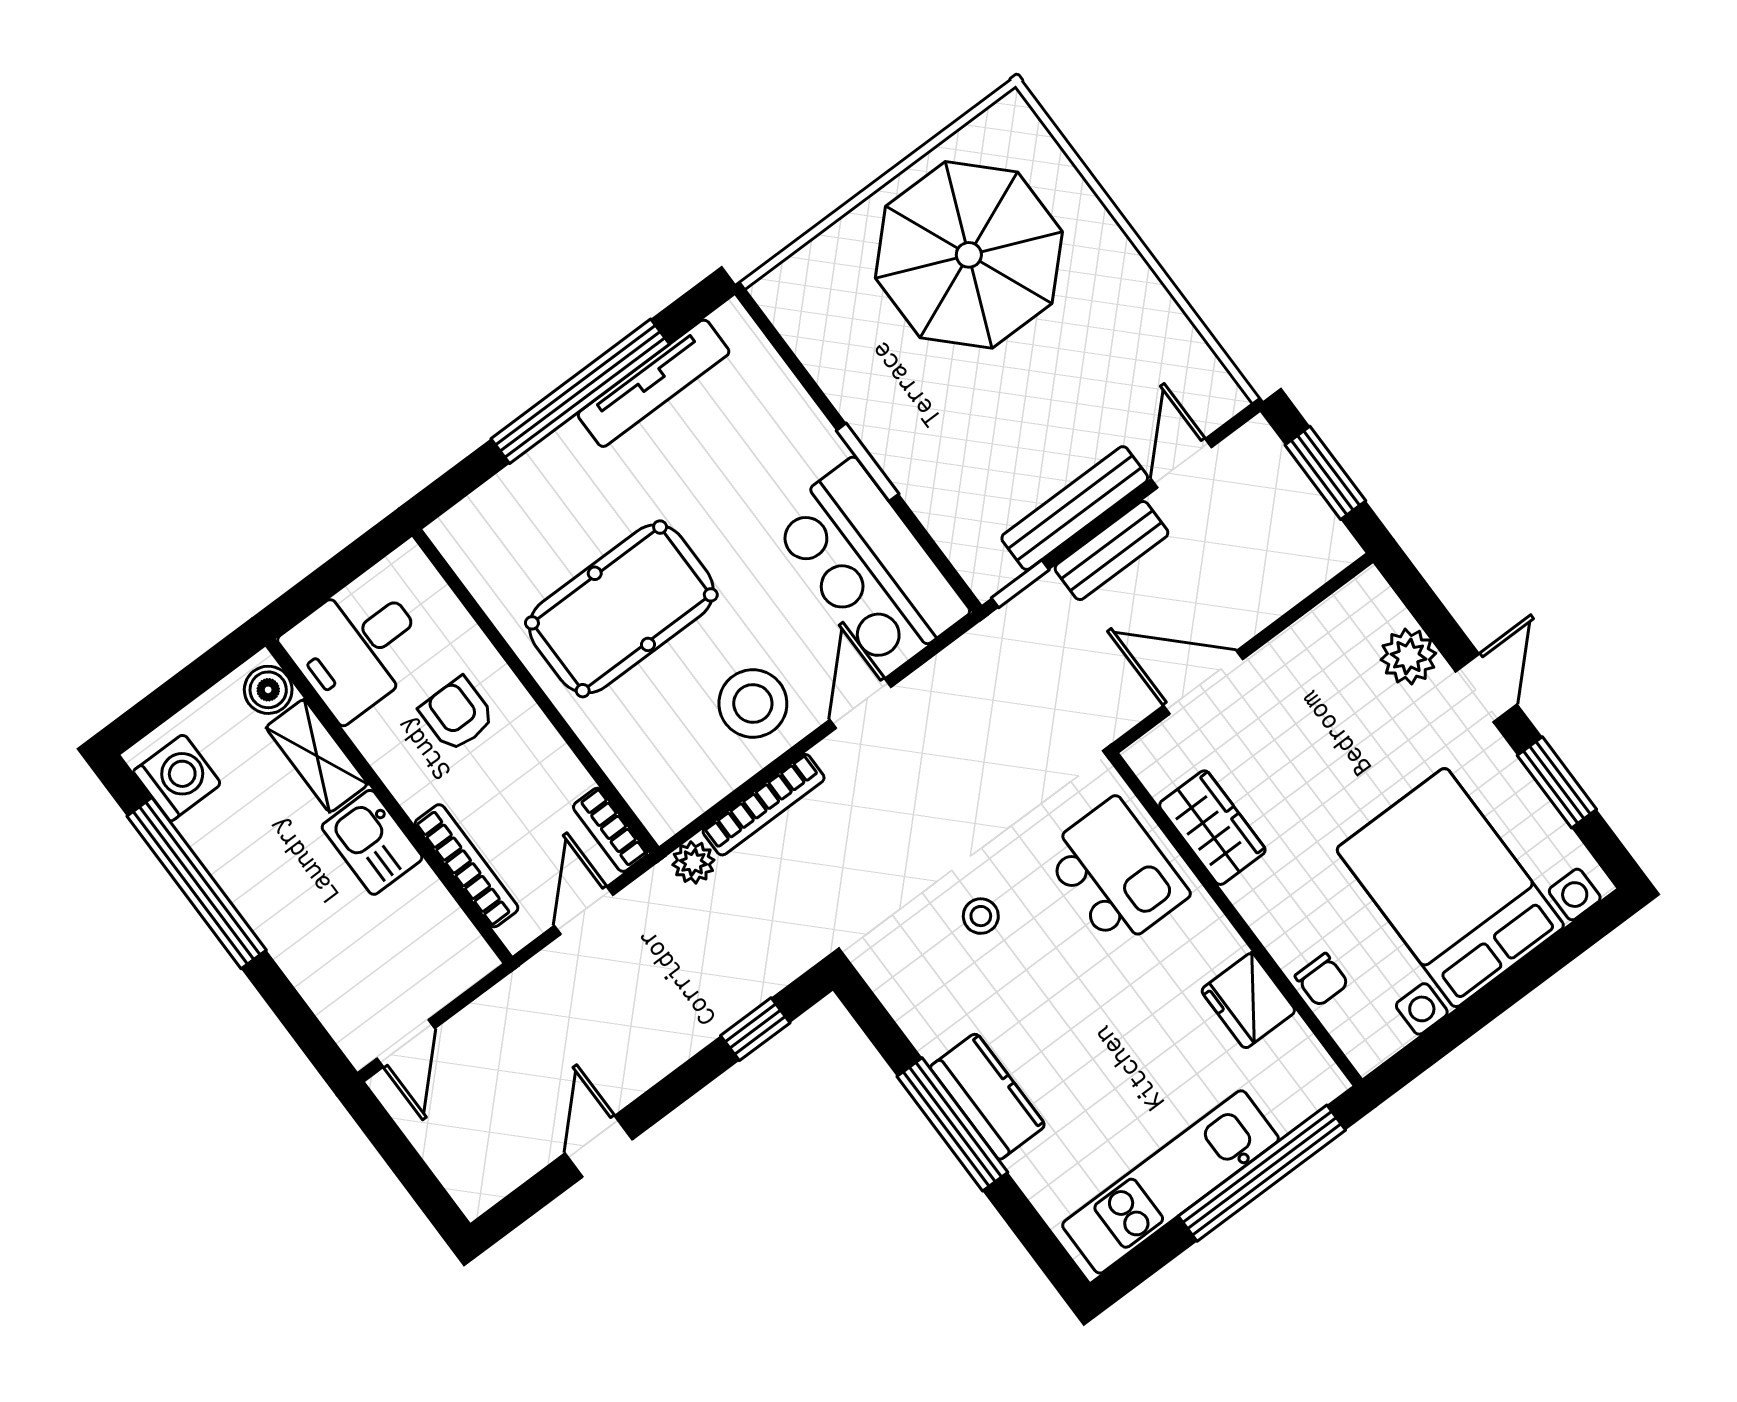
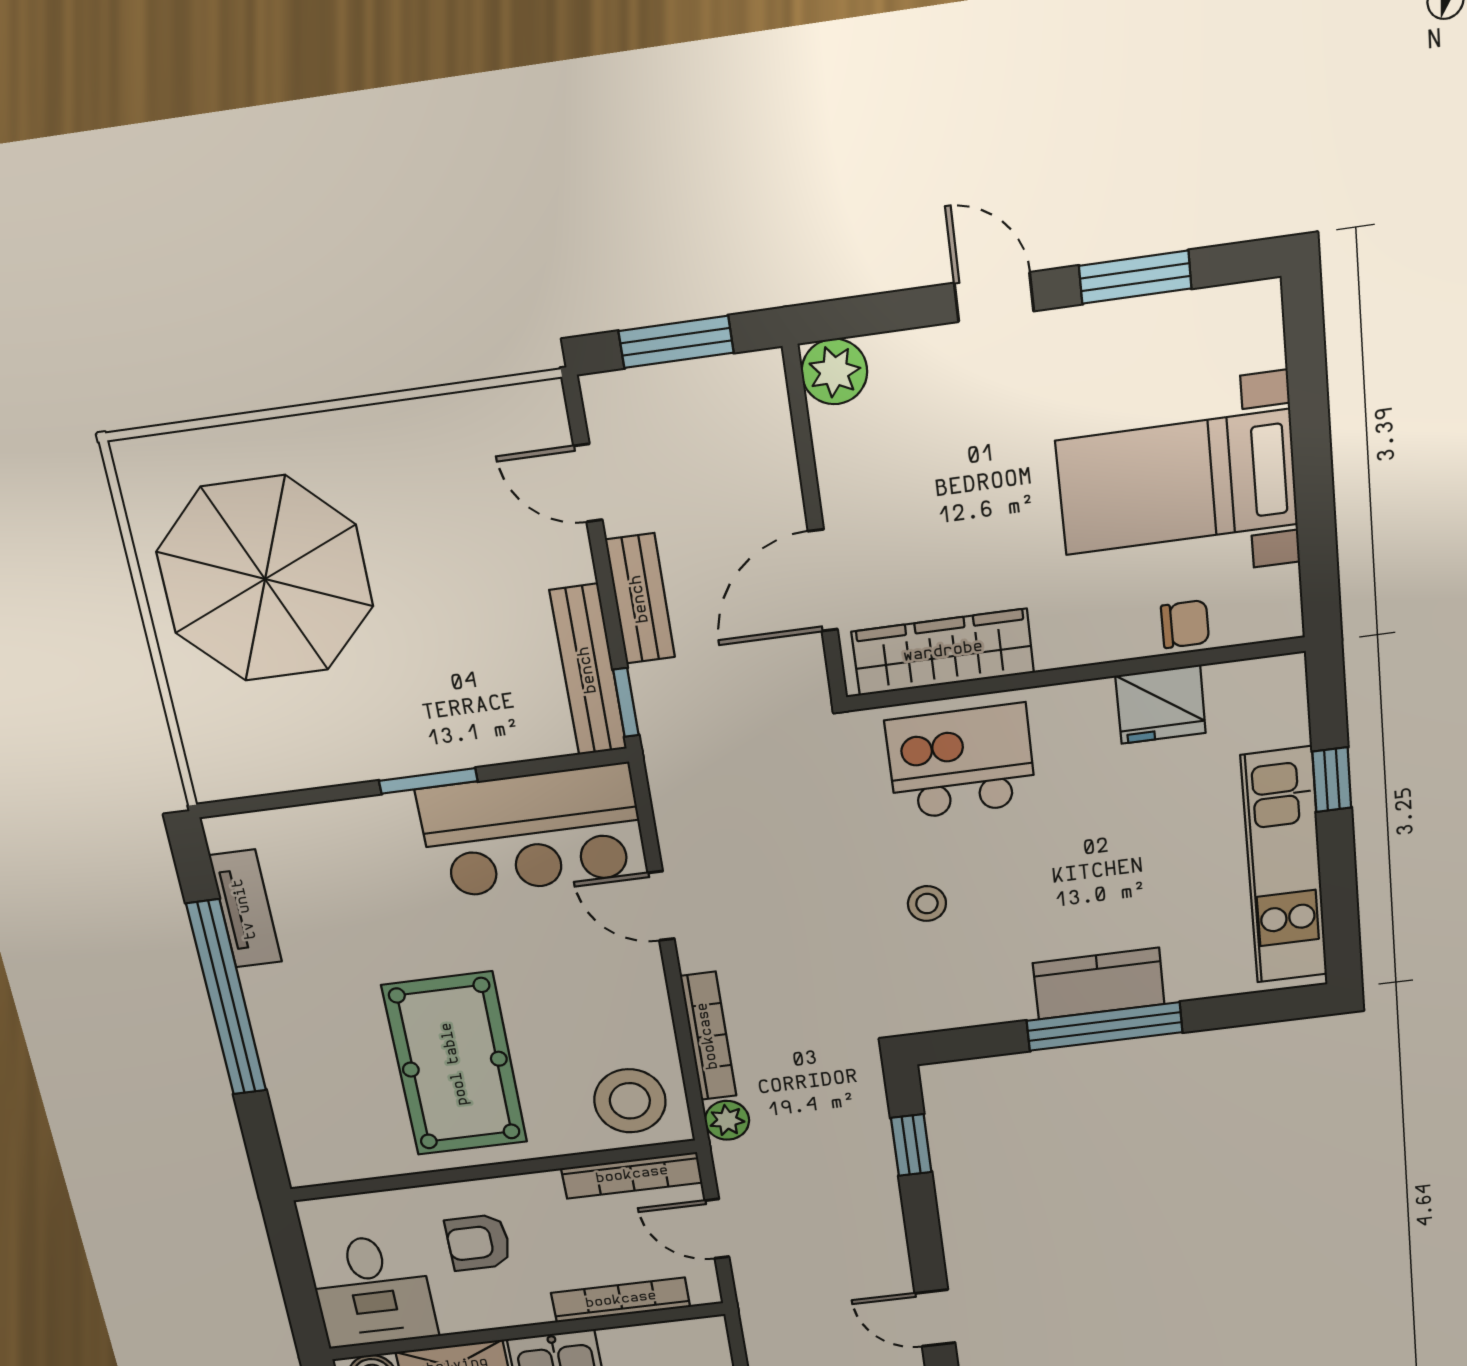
tv unit: (654, 383) -> (245, 909), width x0.71
bench: (1075, 508) -> (588, 670), moved
plant: (1408, 657) -> (834, 372), moved
stool: (753, 704) -> (630, 1101), moved
wardrobe: (1212, 828) -> (943, 652), width x1.50
bookcase: (610, 830) -> (632, 1175), width x1.56
bed with nightstands: (1450, 888) -> (1177, 482), width x0.73
window: (1262, 1173) -> (1332, 780), width x0.32

